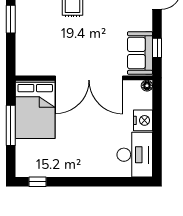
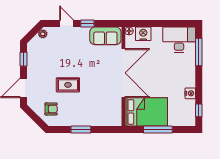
window: (157, 48) -> (87, 24), moved
nightstand: (143, 120) -> (143, 34), moved
nightstand: (61, 170) -> (190, 93), added
window: (118, 182) -> (199, 52), added

